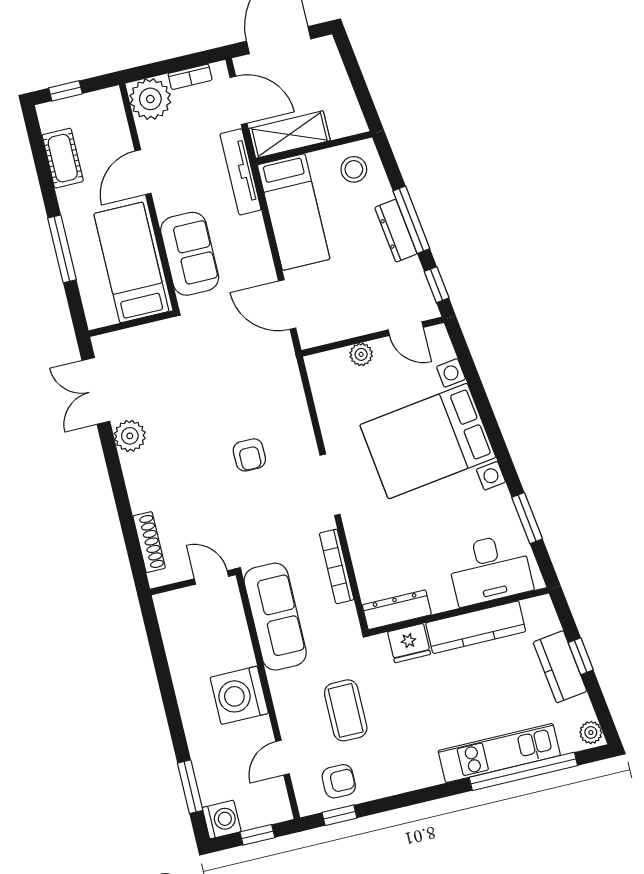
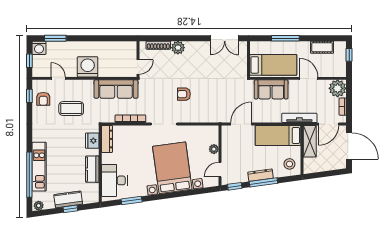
double door: (96, 391) -> (225, 38), swing flipped
plant: (130, 436) -> (178, 48), moved
kitchen counter: (476, 627) -> (92, 169), width x0.67

